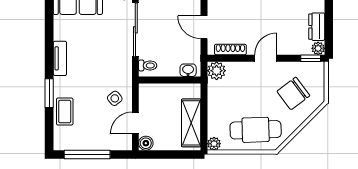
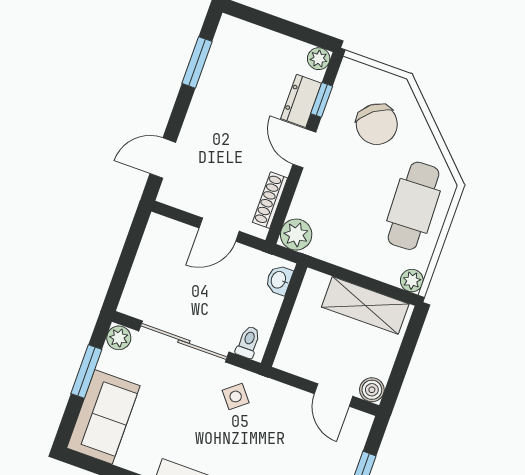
dresser: (317, 27) -> (301, 101), moved, turned 90
window: (311, 58) -> (322, 100), moved
side table: (115, 98) -> (236, 396), moved

